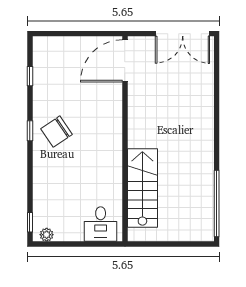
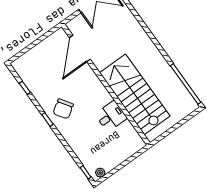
door: (125, 61) -> (80, 49), moved
stairs: (142, 188) -> (135, 94), width x1.36, depth x1.51
desk: (101, 224) -> (111, 116), moved, turned -90

